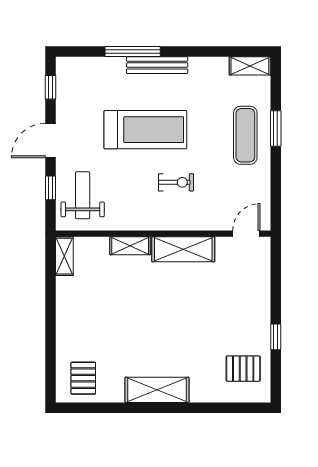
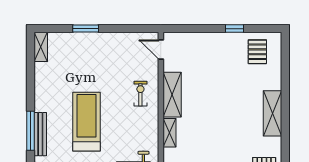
bench: (157, 65) -> (40, 134), moved
exercise mat: (245, 135) -> (90, 50), removed
exercise bike: (176, 182) -> (140, 94), moved

